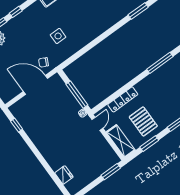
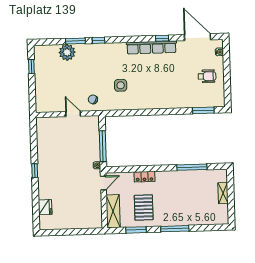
door: (36, 85) -> (73, 114), width x0.53
locker: (123, 99) -> (144, 177), width x0.66
window: (17, 125) -> (35, 171), moved
window: (111, 172) -> (87, 231), removed

